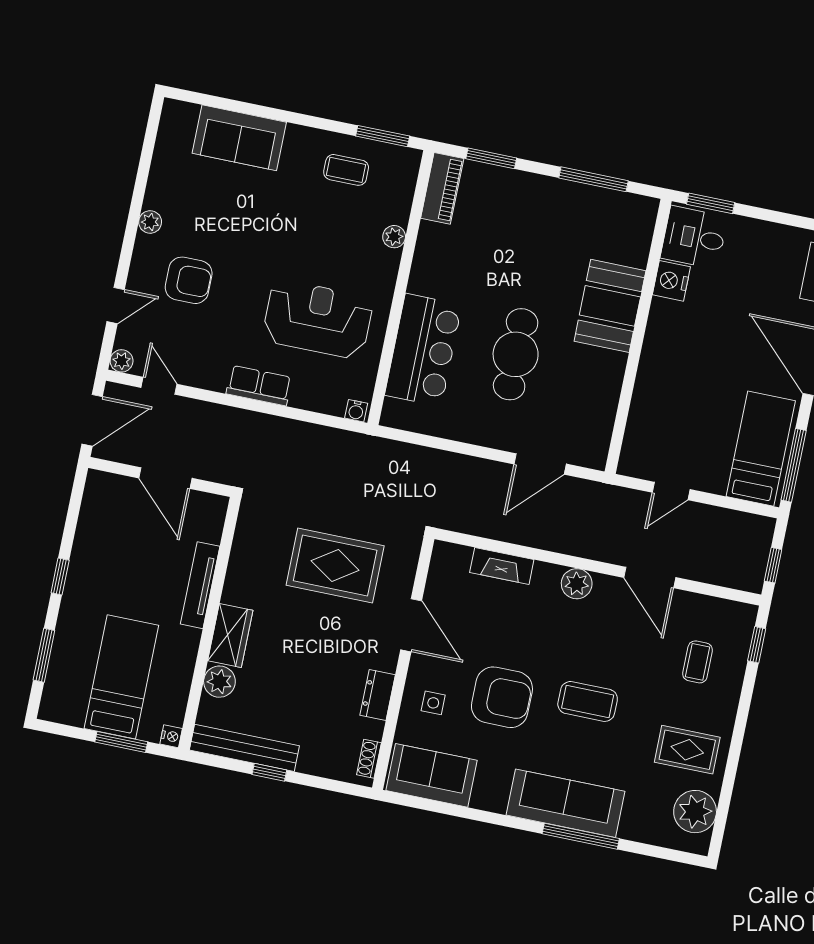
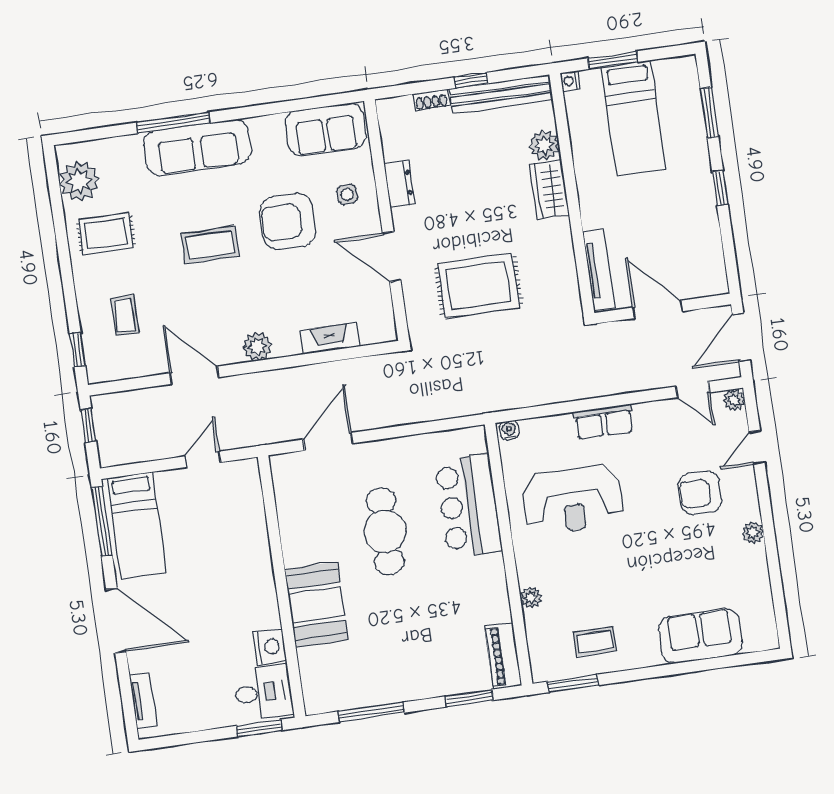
tv unit: (200, 585) -> (599, 270), moved
shoe rack: (369, 759) -> (431, 100), moved, turned 90

